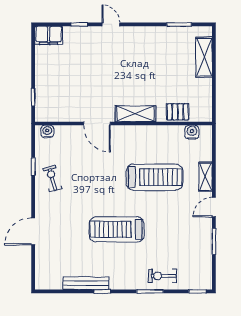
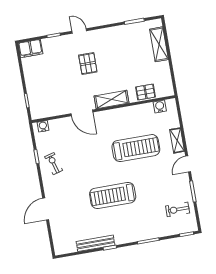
pallet: (114, 65) -> (88, 64), added
exercise bike: (162, 276) -> (178, 209), moved

